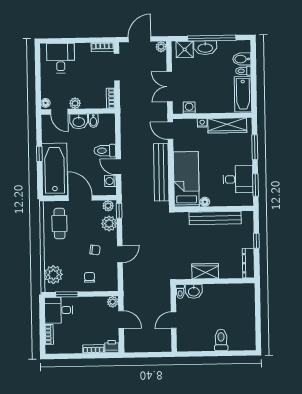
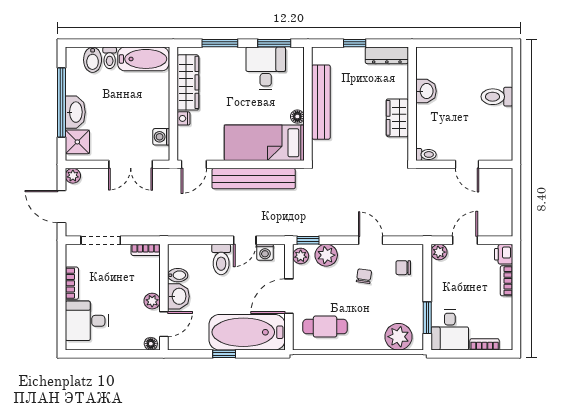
bookcase: (102, 47) -> (72, 283), moved
chair: (89, 277) -> (403, 268), moved
washbasin: (194, 291) -> (426, 91), moved

